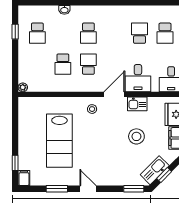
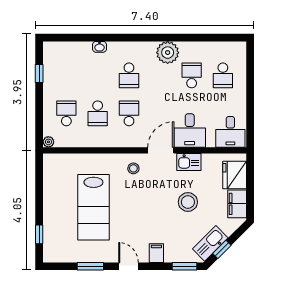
plant: (120, 15) -> (168, 53), added
school desk: (37, 33) -> (66, 113), moved, turned 180
filing cabinet: (24, 178) -> (156, 253), moved

